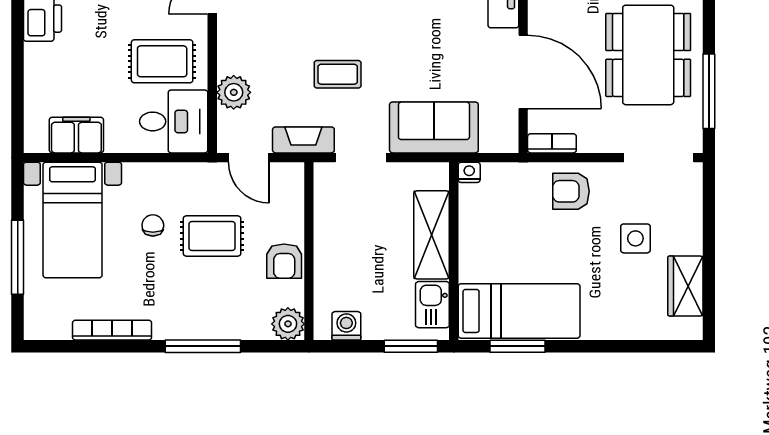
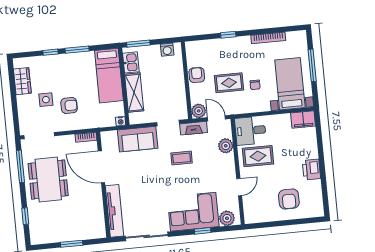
filing cabinet: (76, 135) -> (303, 120), moved
armchair: (571, 191) -> (69, 106), moved
bed: (519, 311) -> (109, 76), moved, turned -90
plant: (288, 324) -> (199, 111), moved
window: (203, 346) -> (228, 35), width x0.46
window: (518, 346) -> (77, 50), moved
window: (614, 346) -> (51, 52), added

